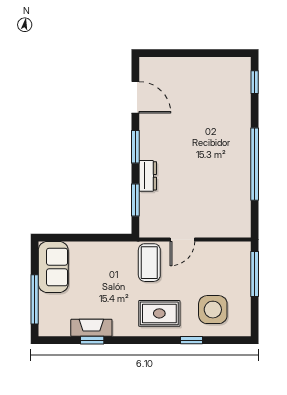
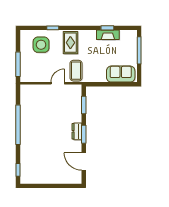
dresser: (148, 176) -> (77, 131), moved
sofa: (53, 267) -> (121, 74), moved, turned 90
rug: (159, 313) -> (70, 43), turned 90

